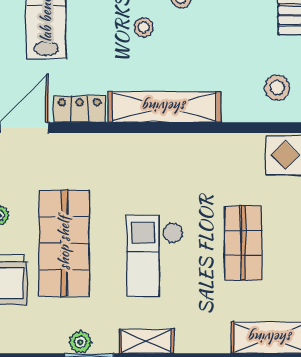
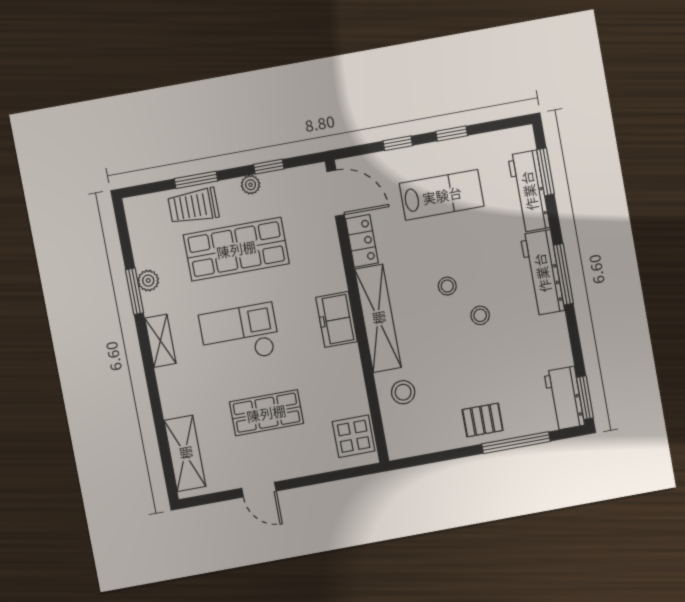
stool: (277, 88) -> (403, 392), moved
freezer: (158, 151) -> (337, 319), added

